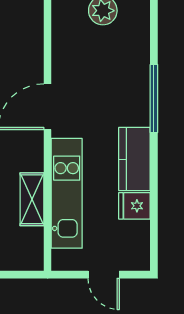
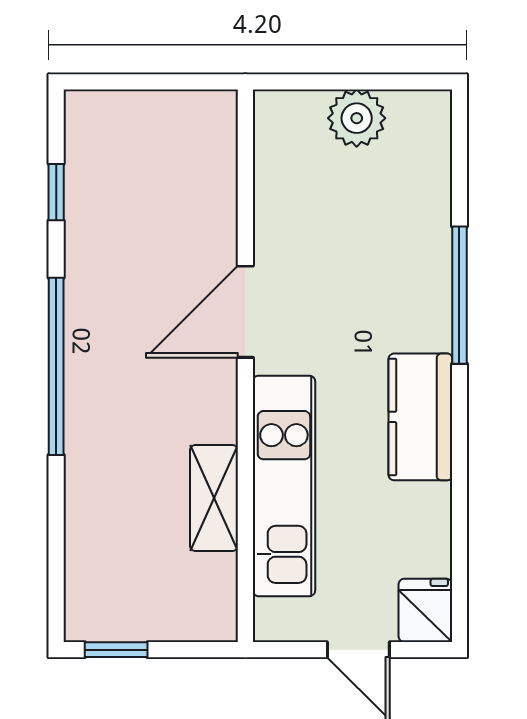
fridge: (134, 206) -> (425, 610), moved, turned 90

